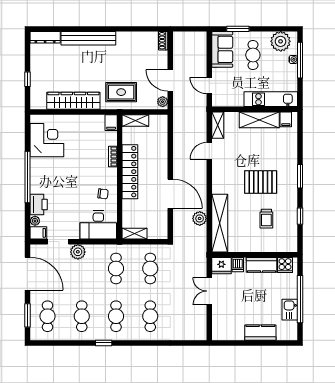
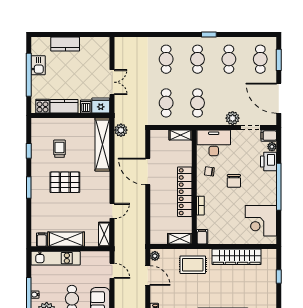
chair: (76, 183) -> (234, 181), added
plant: (200, 218) -> (121, 130), moved

